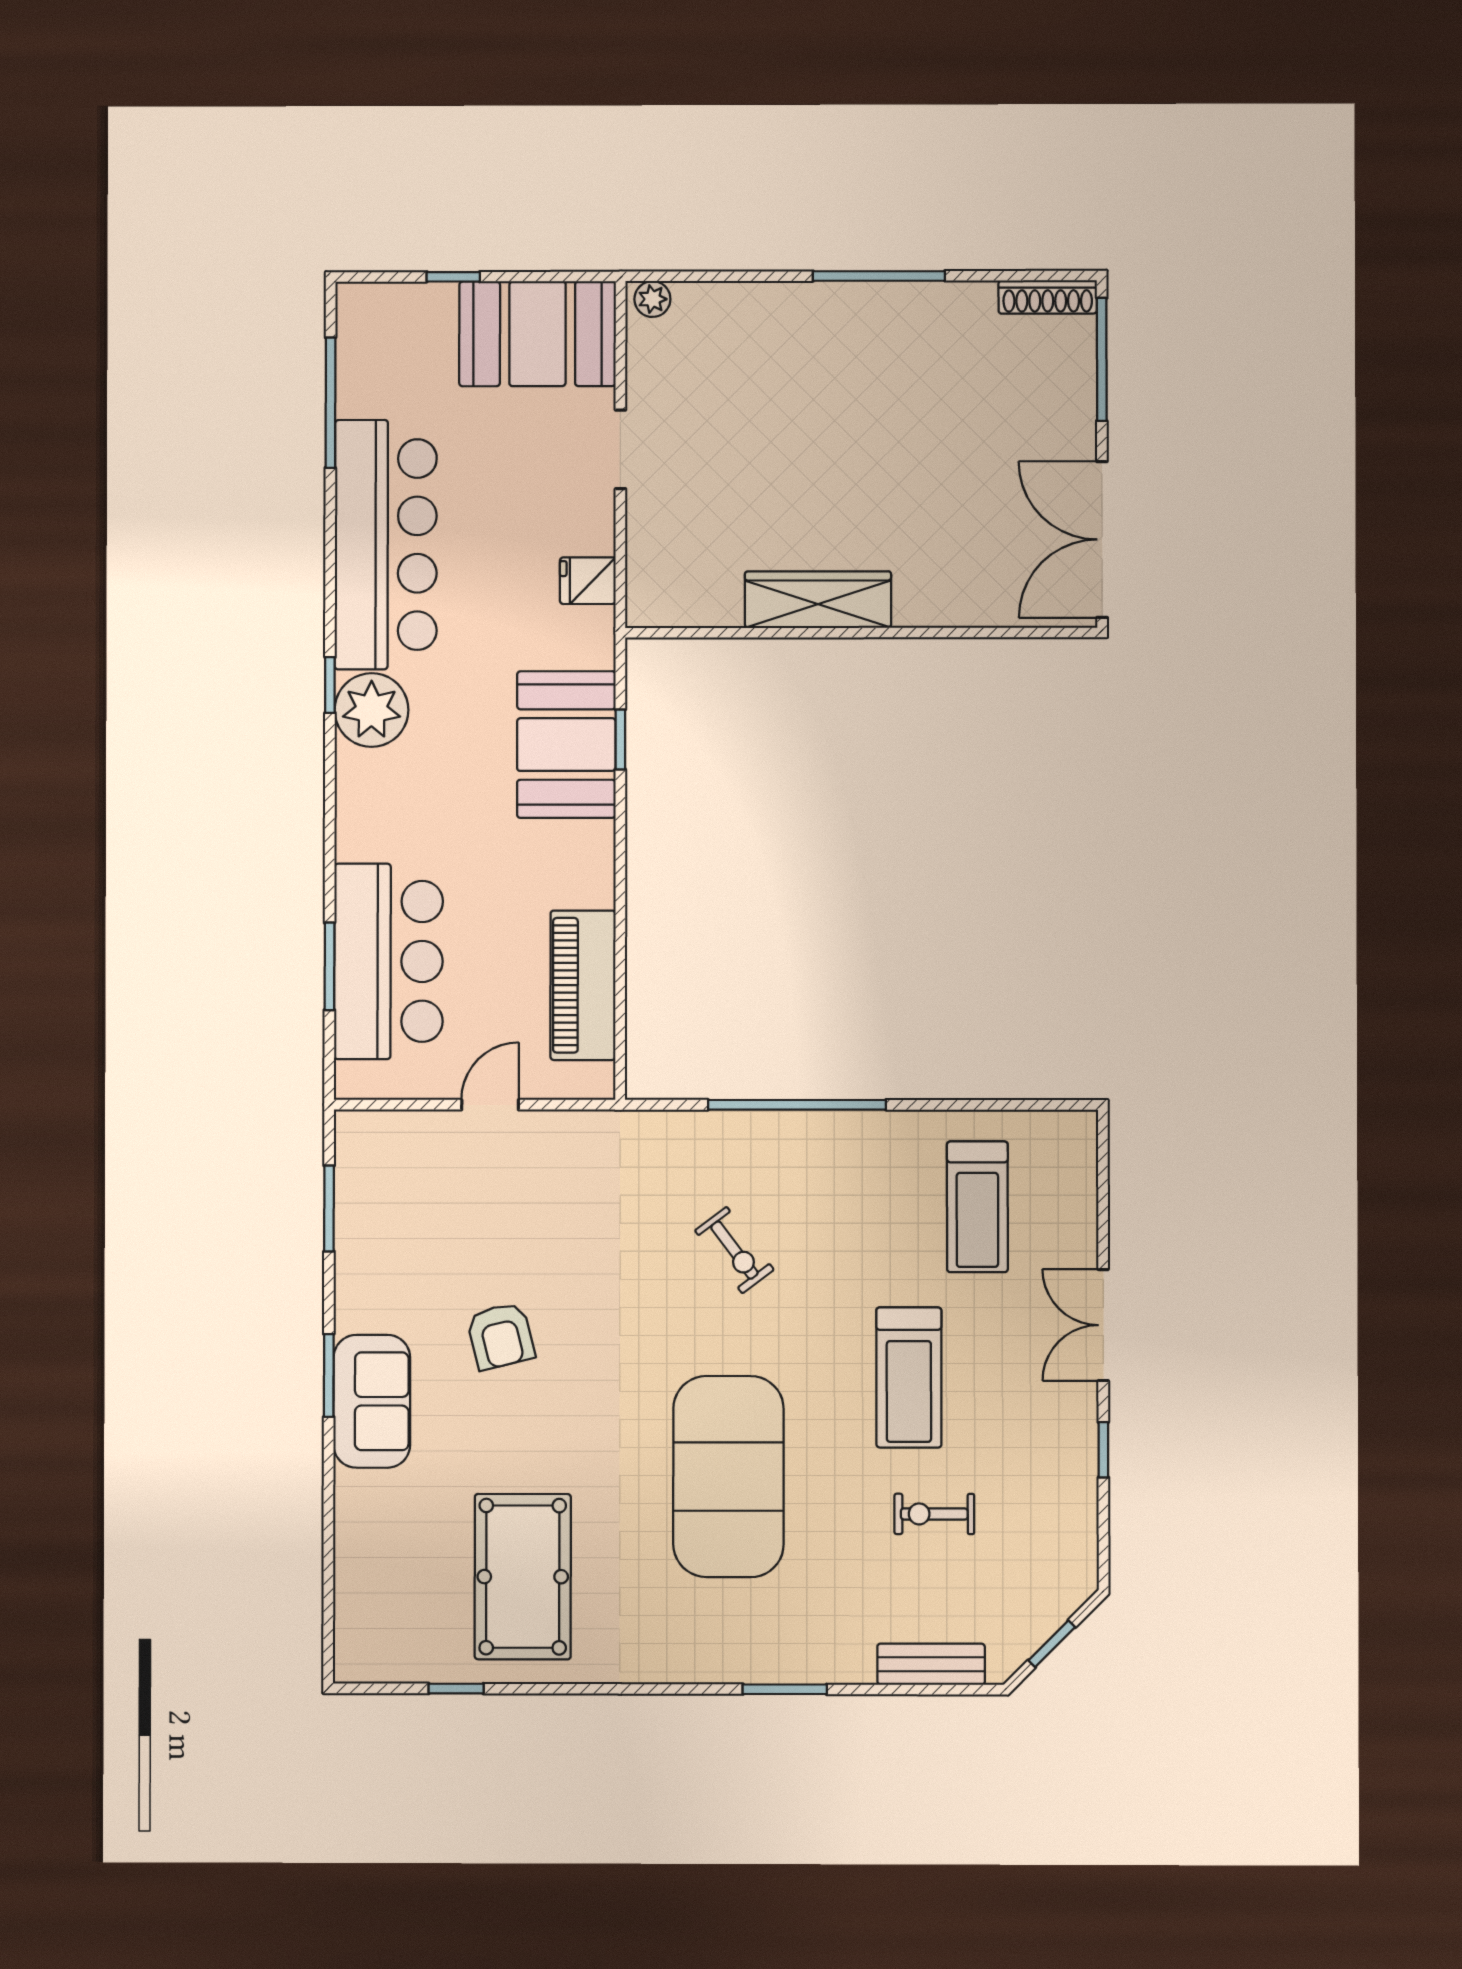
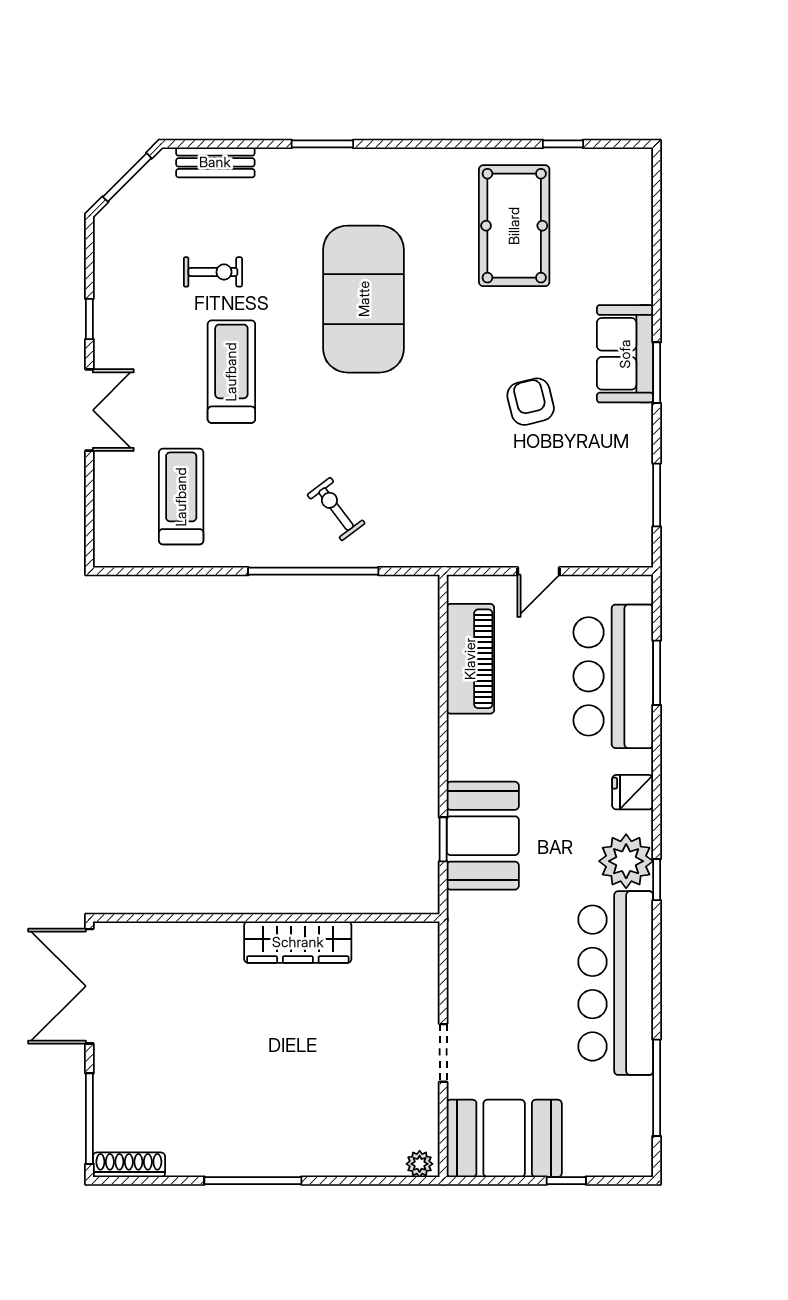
double door: (1102, 539) -> (89, 986), swing flipped
fridge: (588, 581) -> (633, 792), moved, turned 180
exercise bike: (734, 1250) -> (336, 509), moved
window: (1052, 1644) -> (127, 177), width x1.50

